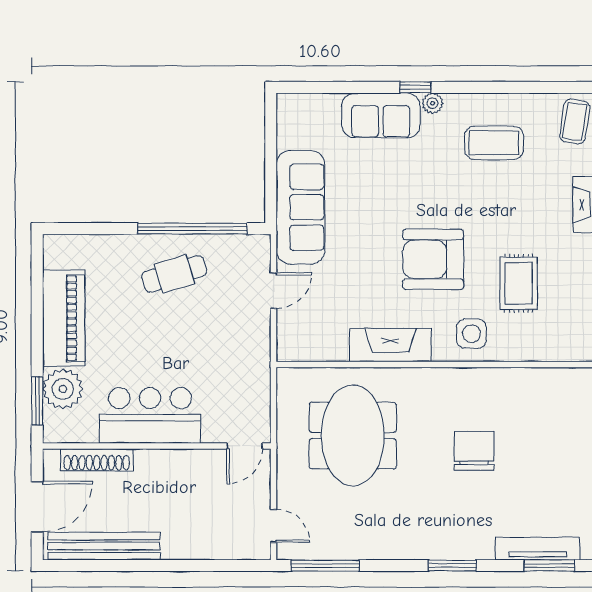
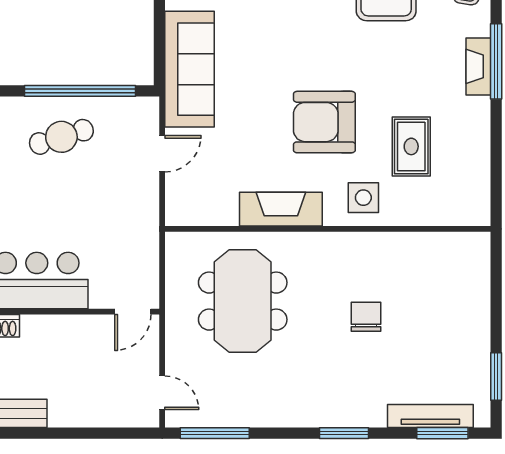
chair: (474, 451) -> (366, 317), width x0.73, depth x0.73

